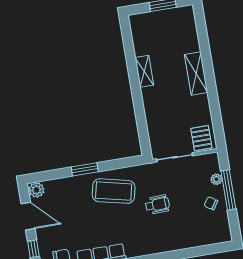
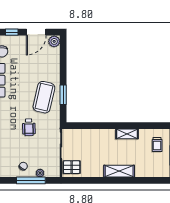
trolley: (152, 28) -> (157, 145), added
window: (85, 169) -> (63, 95), moved

